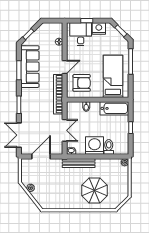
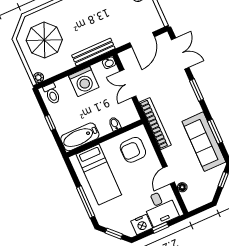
door: (65, 67) -> (169, 175), moved
toilet: (109, 147) -> (52, 94), moved
parasol: (95, 191) -> (44, 40), moved

